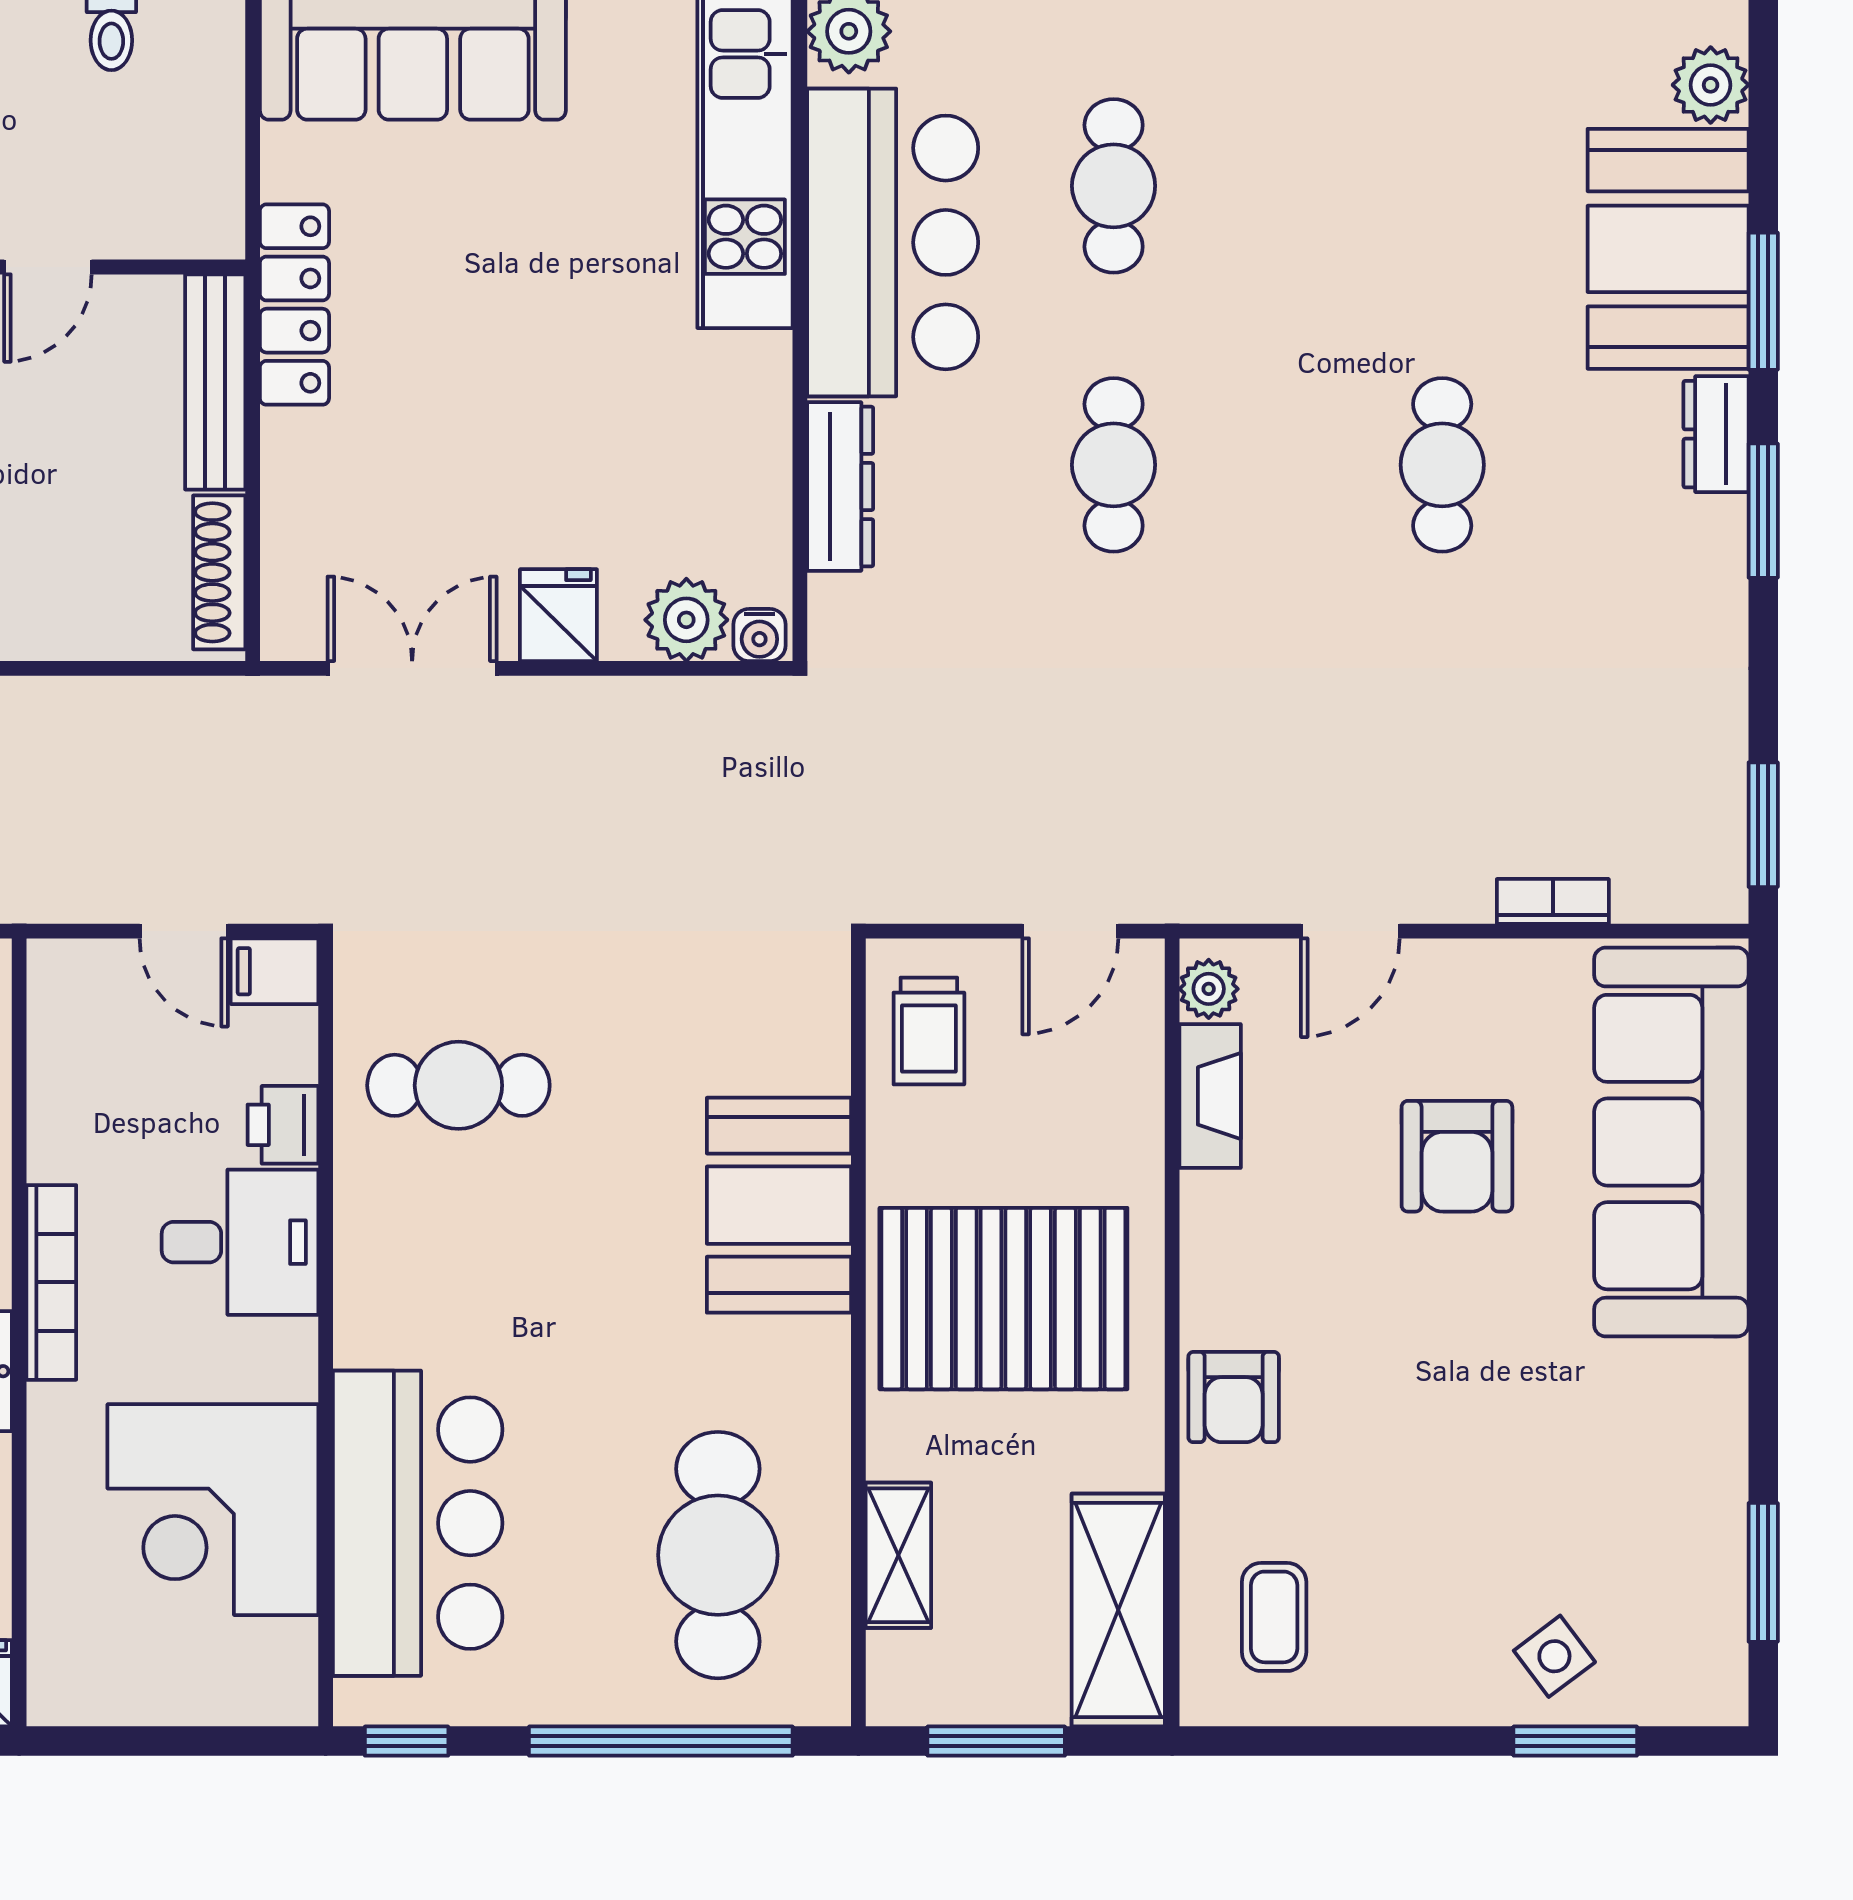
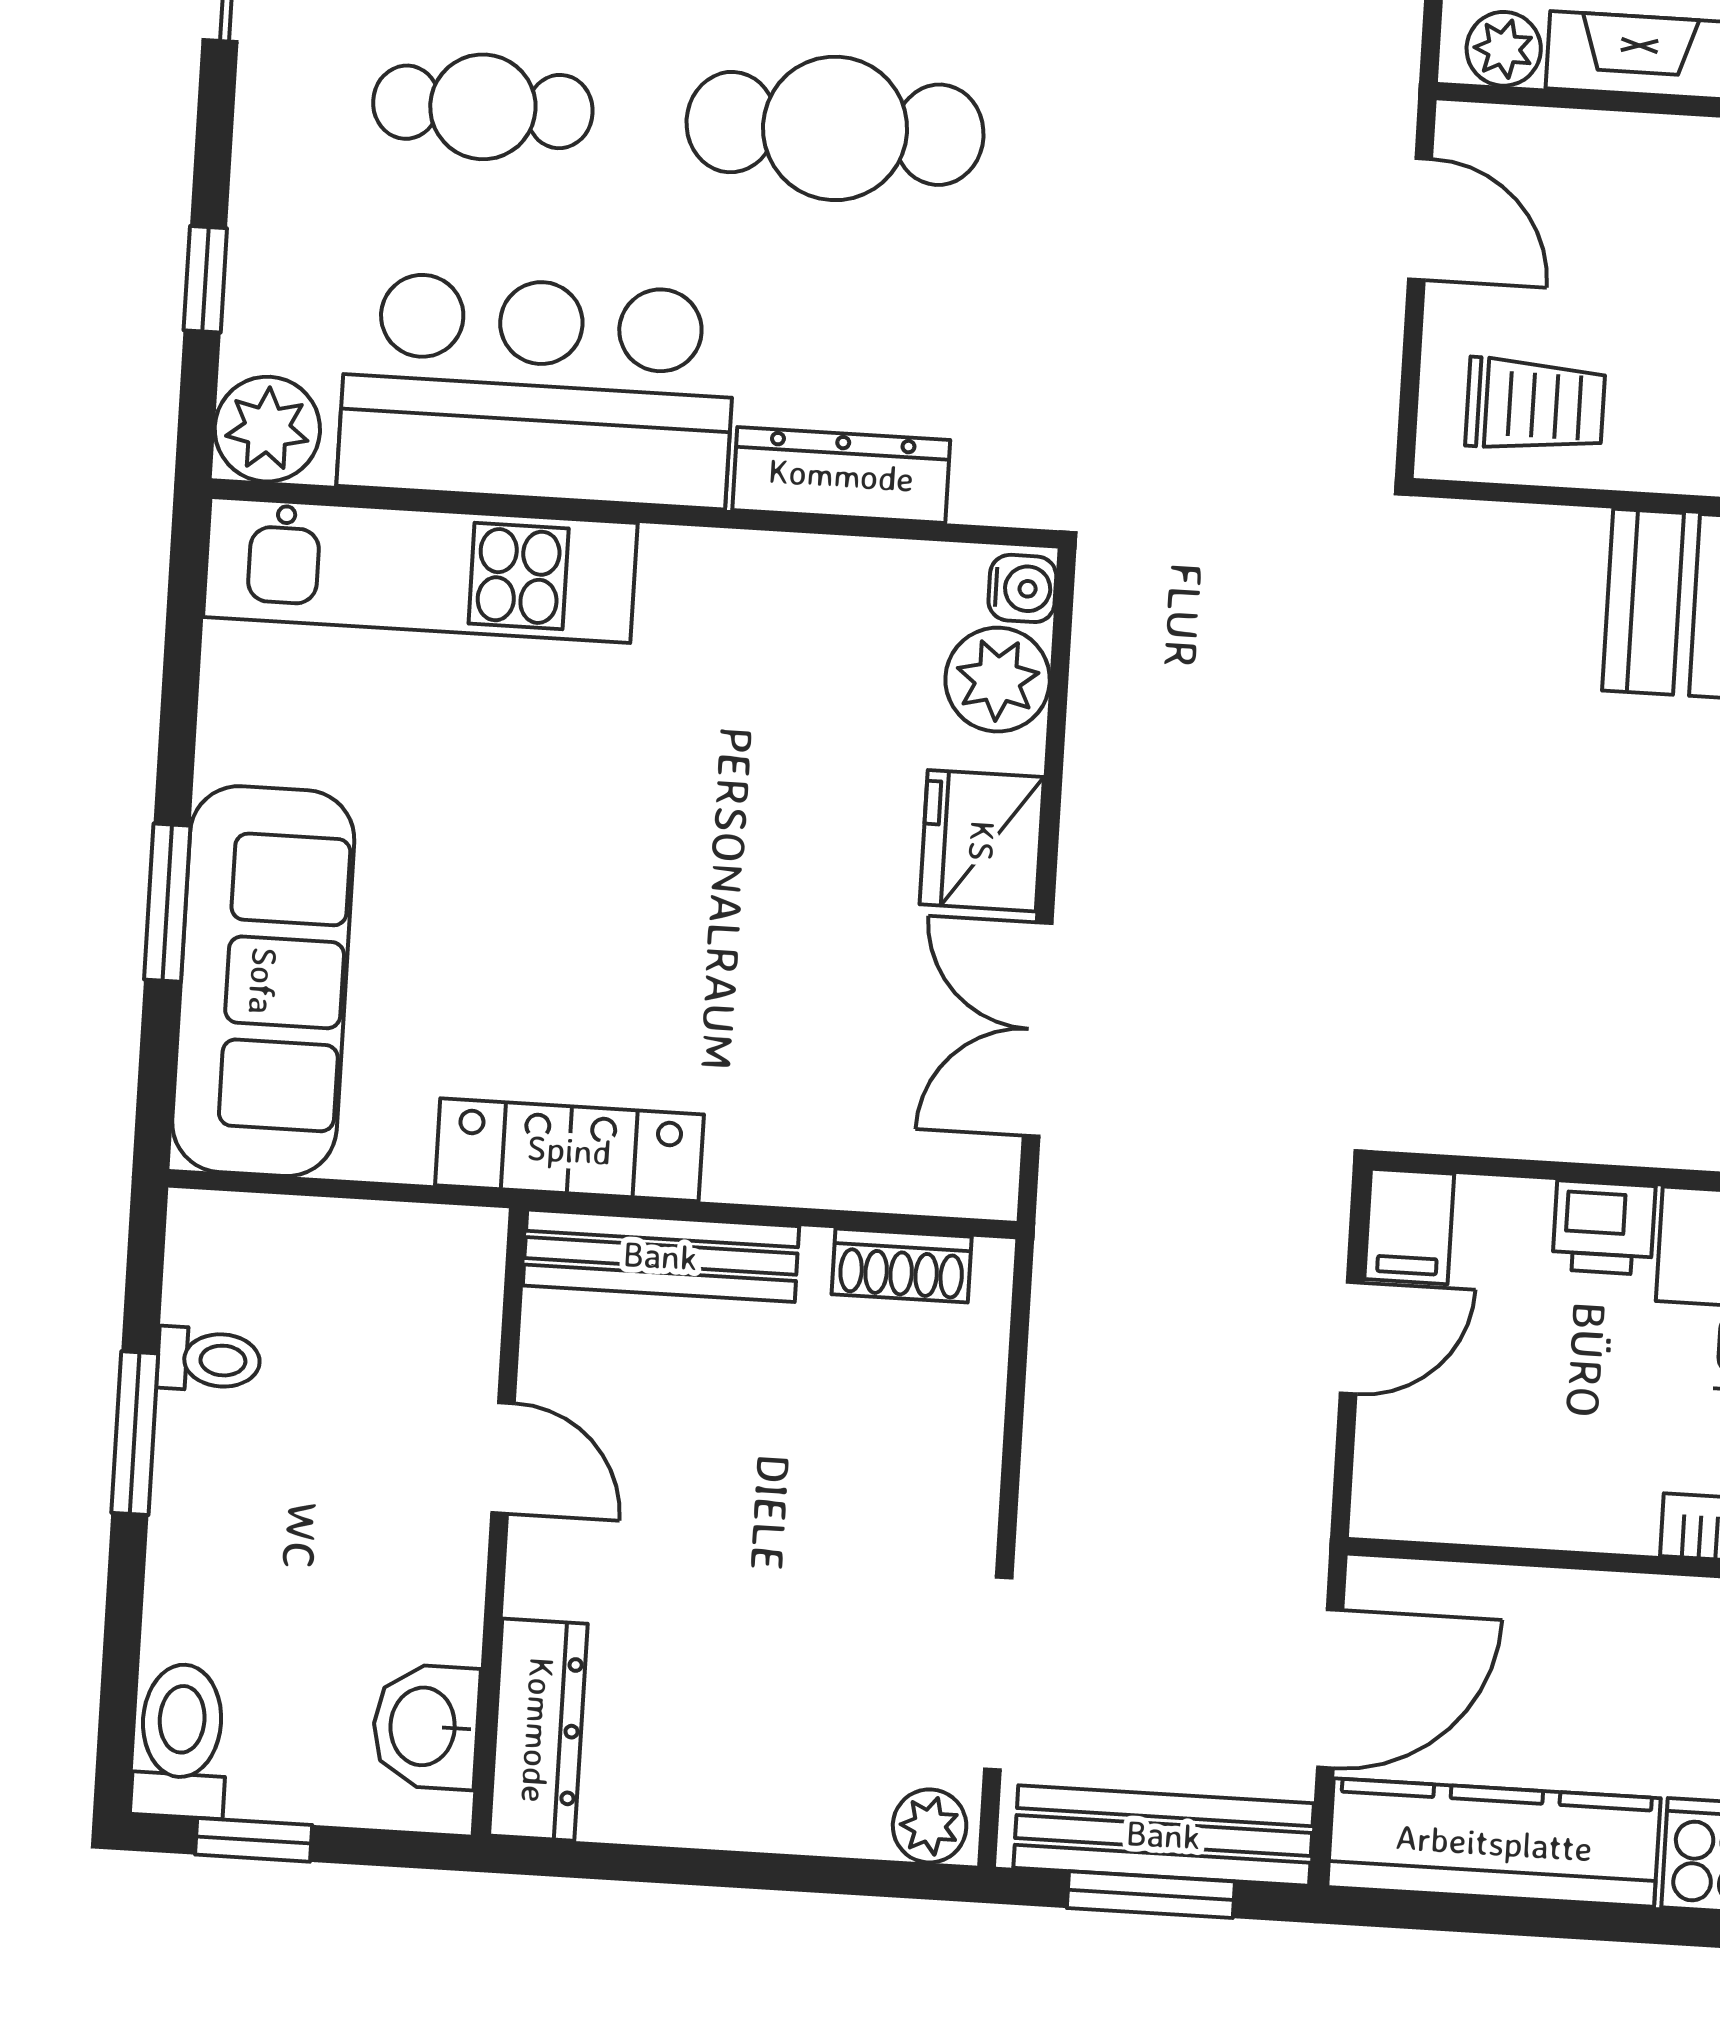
cafe table: (1114, 465) -> (835, 128), width x1.37, depth x1.35
shoe rack: (219, 572) -> (902, 1265), width x0.70
fridge: (558, 615) -> (982, 841), width x1.38
cafe table: (458, 1085) -> (1567, 1003), removed

